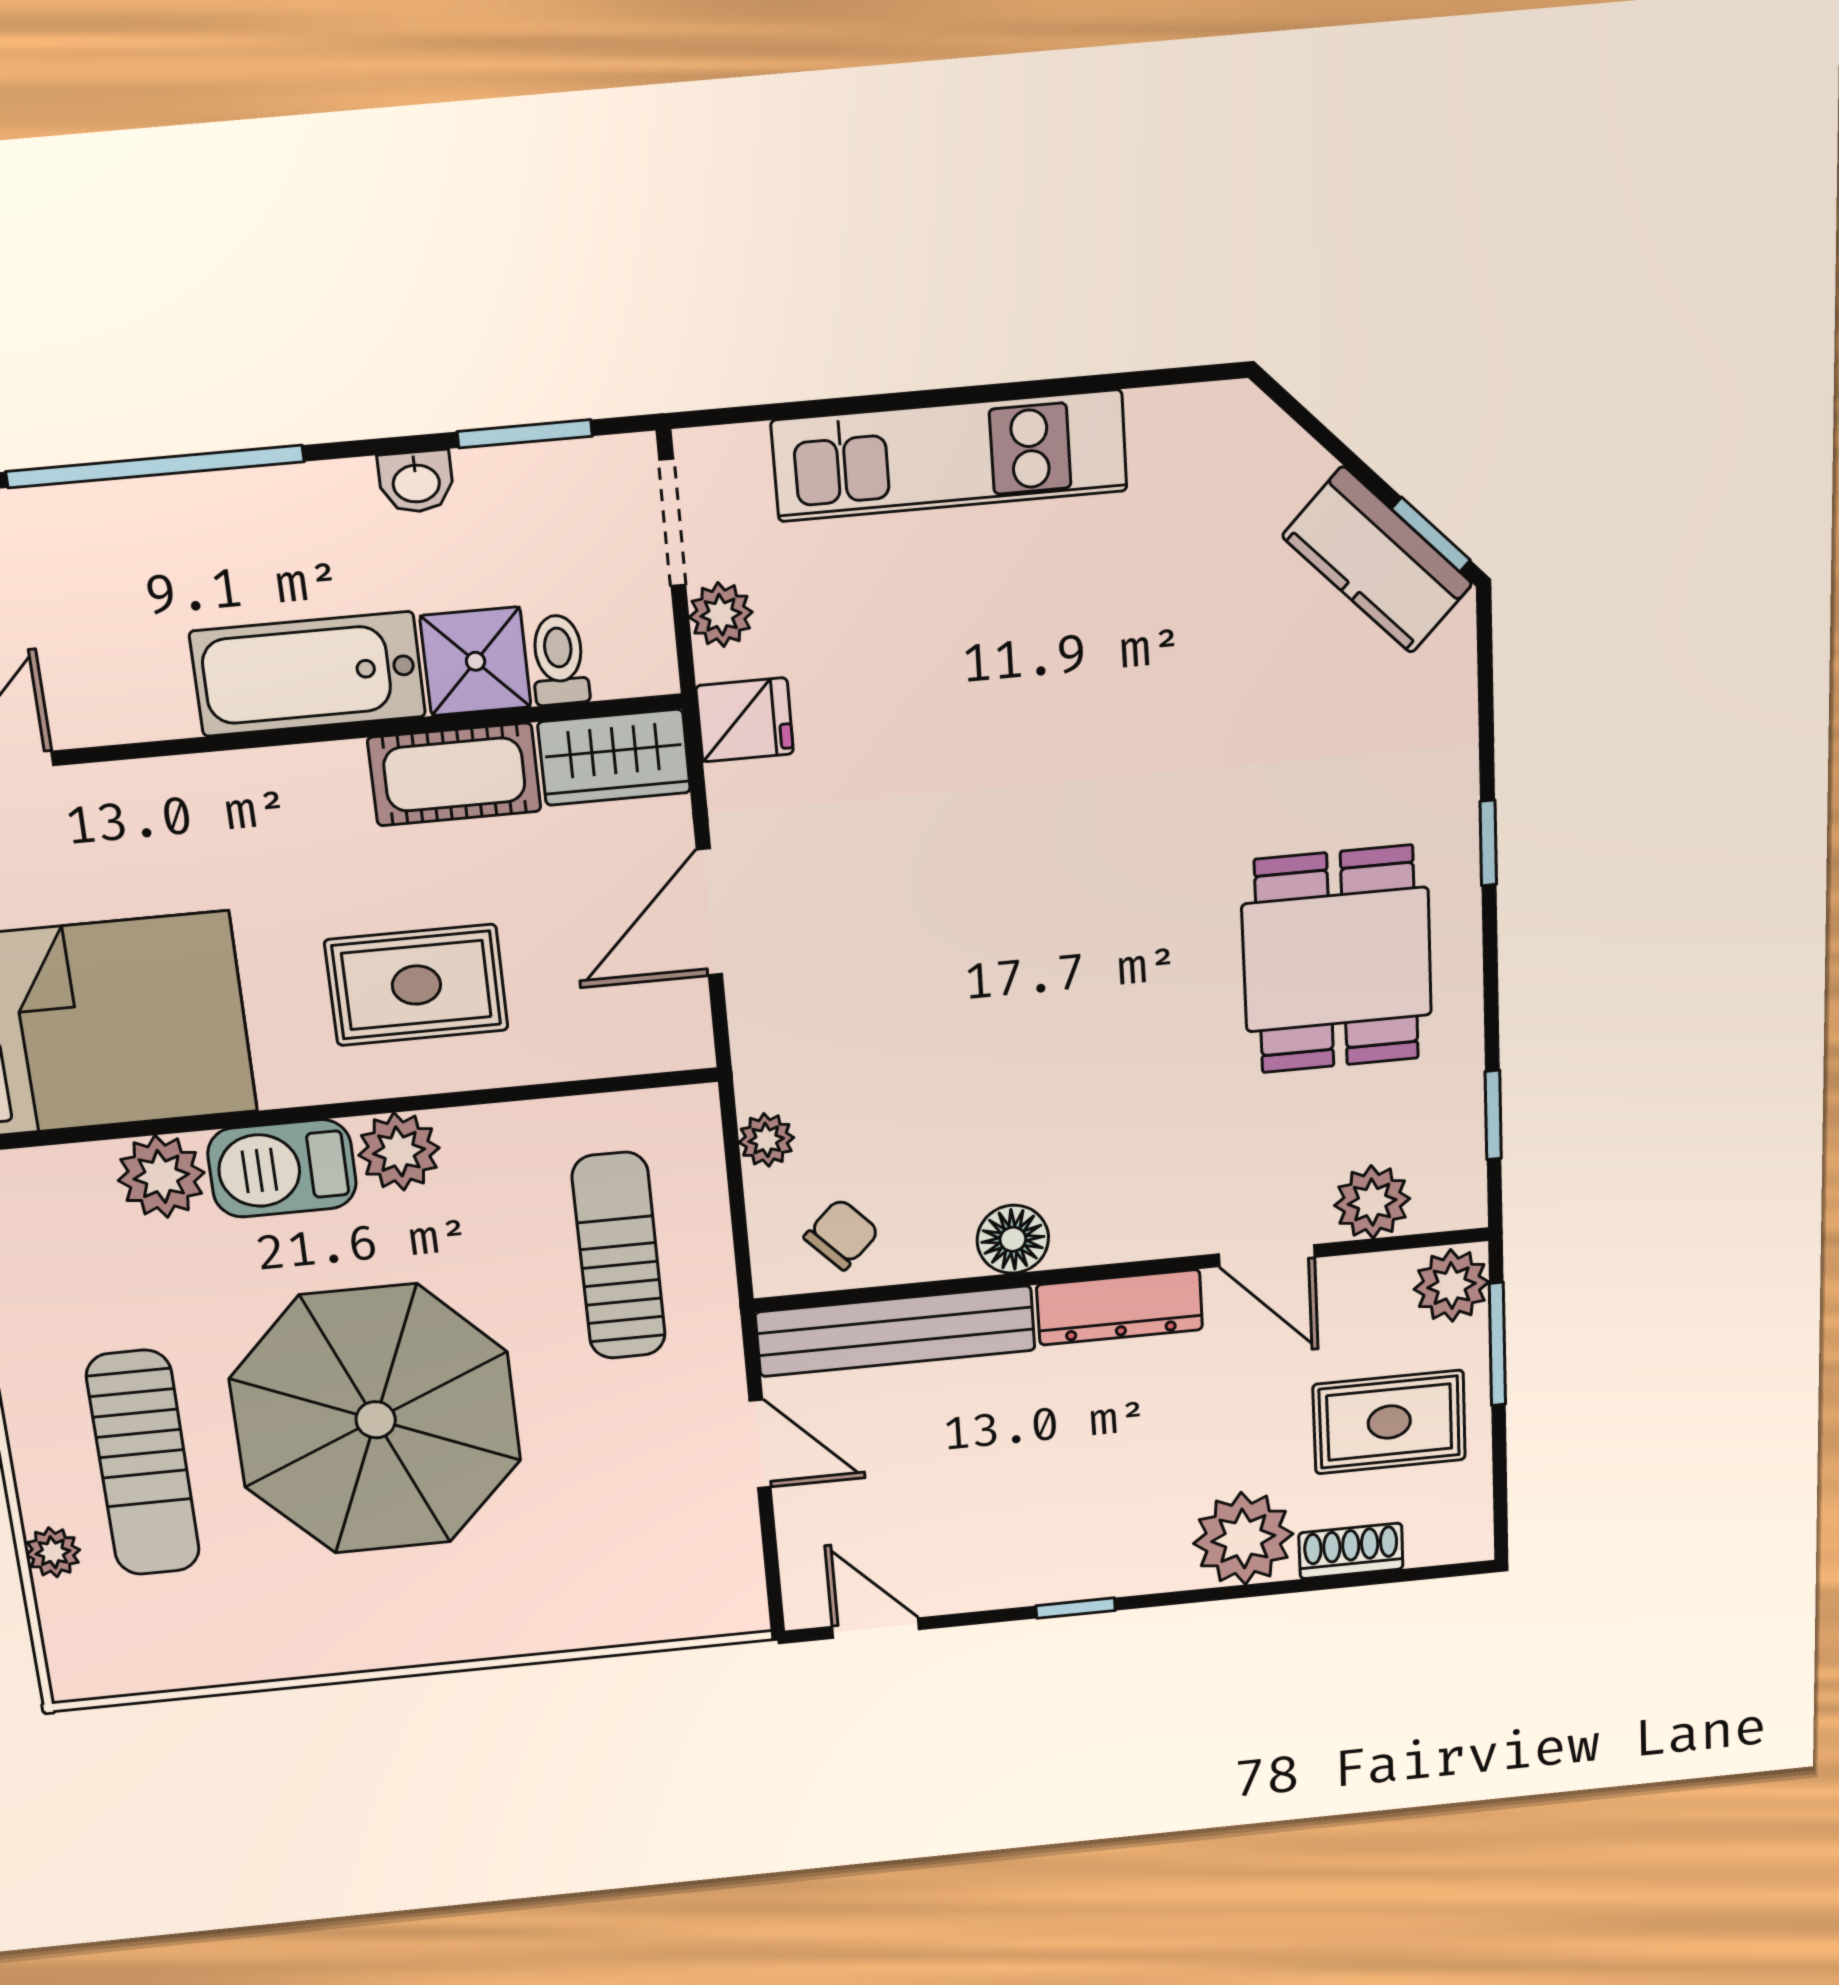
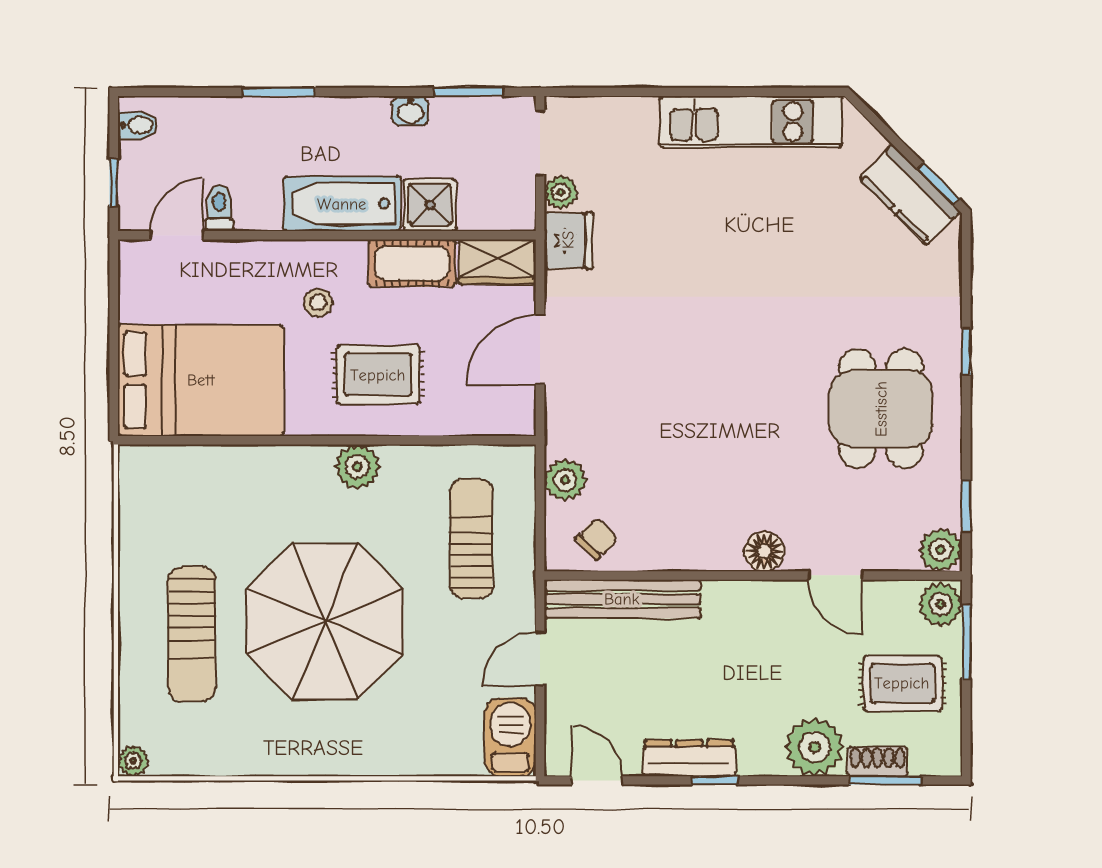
kitchen unit: (950, 456) -> (751, 122), moved
window: (155, 467) -> (278, 92), width x0.47
toilet: (559, 660) -> (219, 208), moved
fridge: (745, 720) -> (568, 240), width x1.38
stool: (288, 864) -> (318, 302), added
plant: (766, 1140) -> (565, 480), width x1.38, depth x1.38
barbecue: (282, 1168) -> (510, 737), moved, turned 90
plant: (161, 1176) -> (226, 468), removed
plant: (1372, 1202) -> (941, 550), moved
floor lamp: (1013, 1239) -> (764, 551), moved
dresser: (1120, 1307) -> (689, 758), moved, turned 180
door: (760, 1444) -> (540, 659), swing flipped
plant: (53, 1552) -> (133, 761), moved
window: (1365, 1579) -> (885, 780), added

